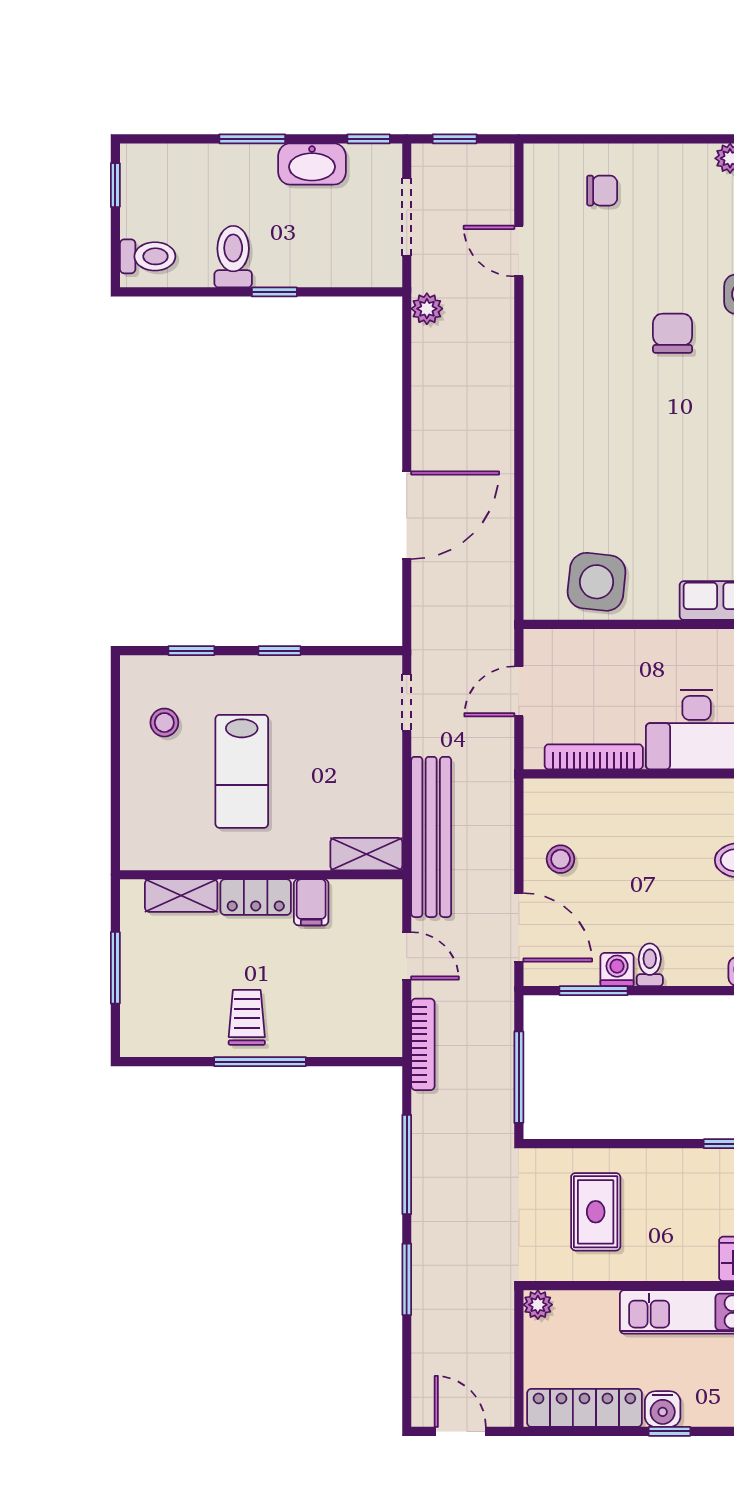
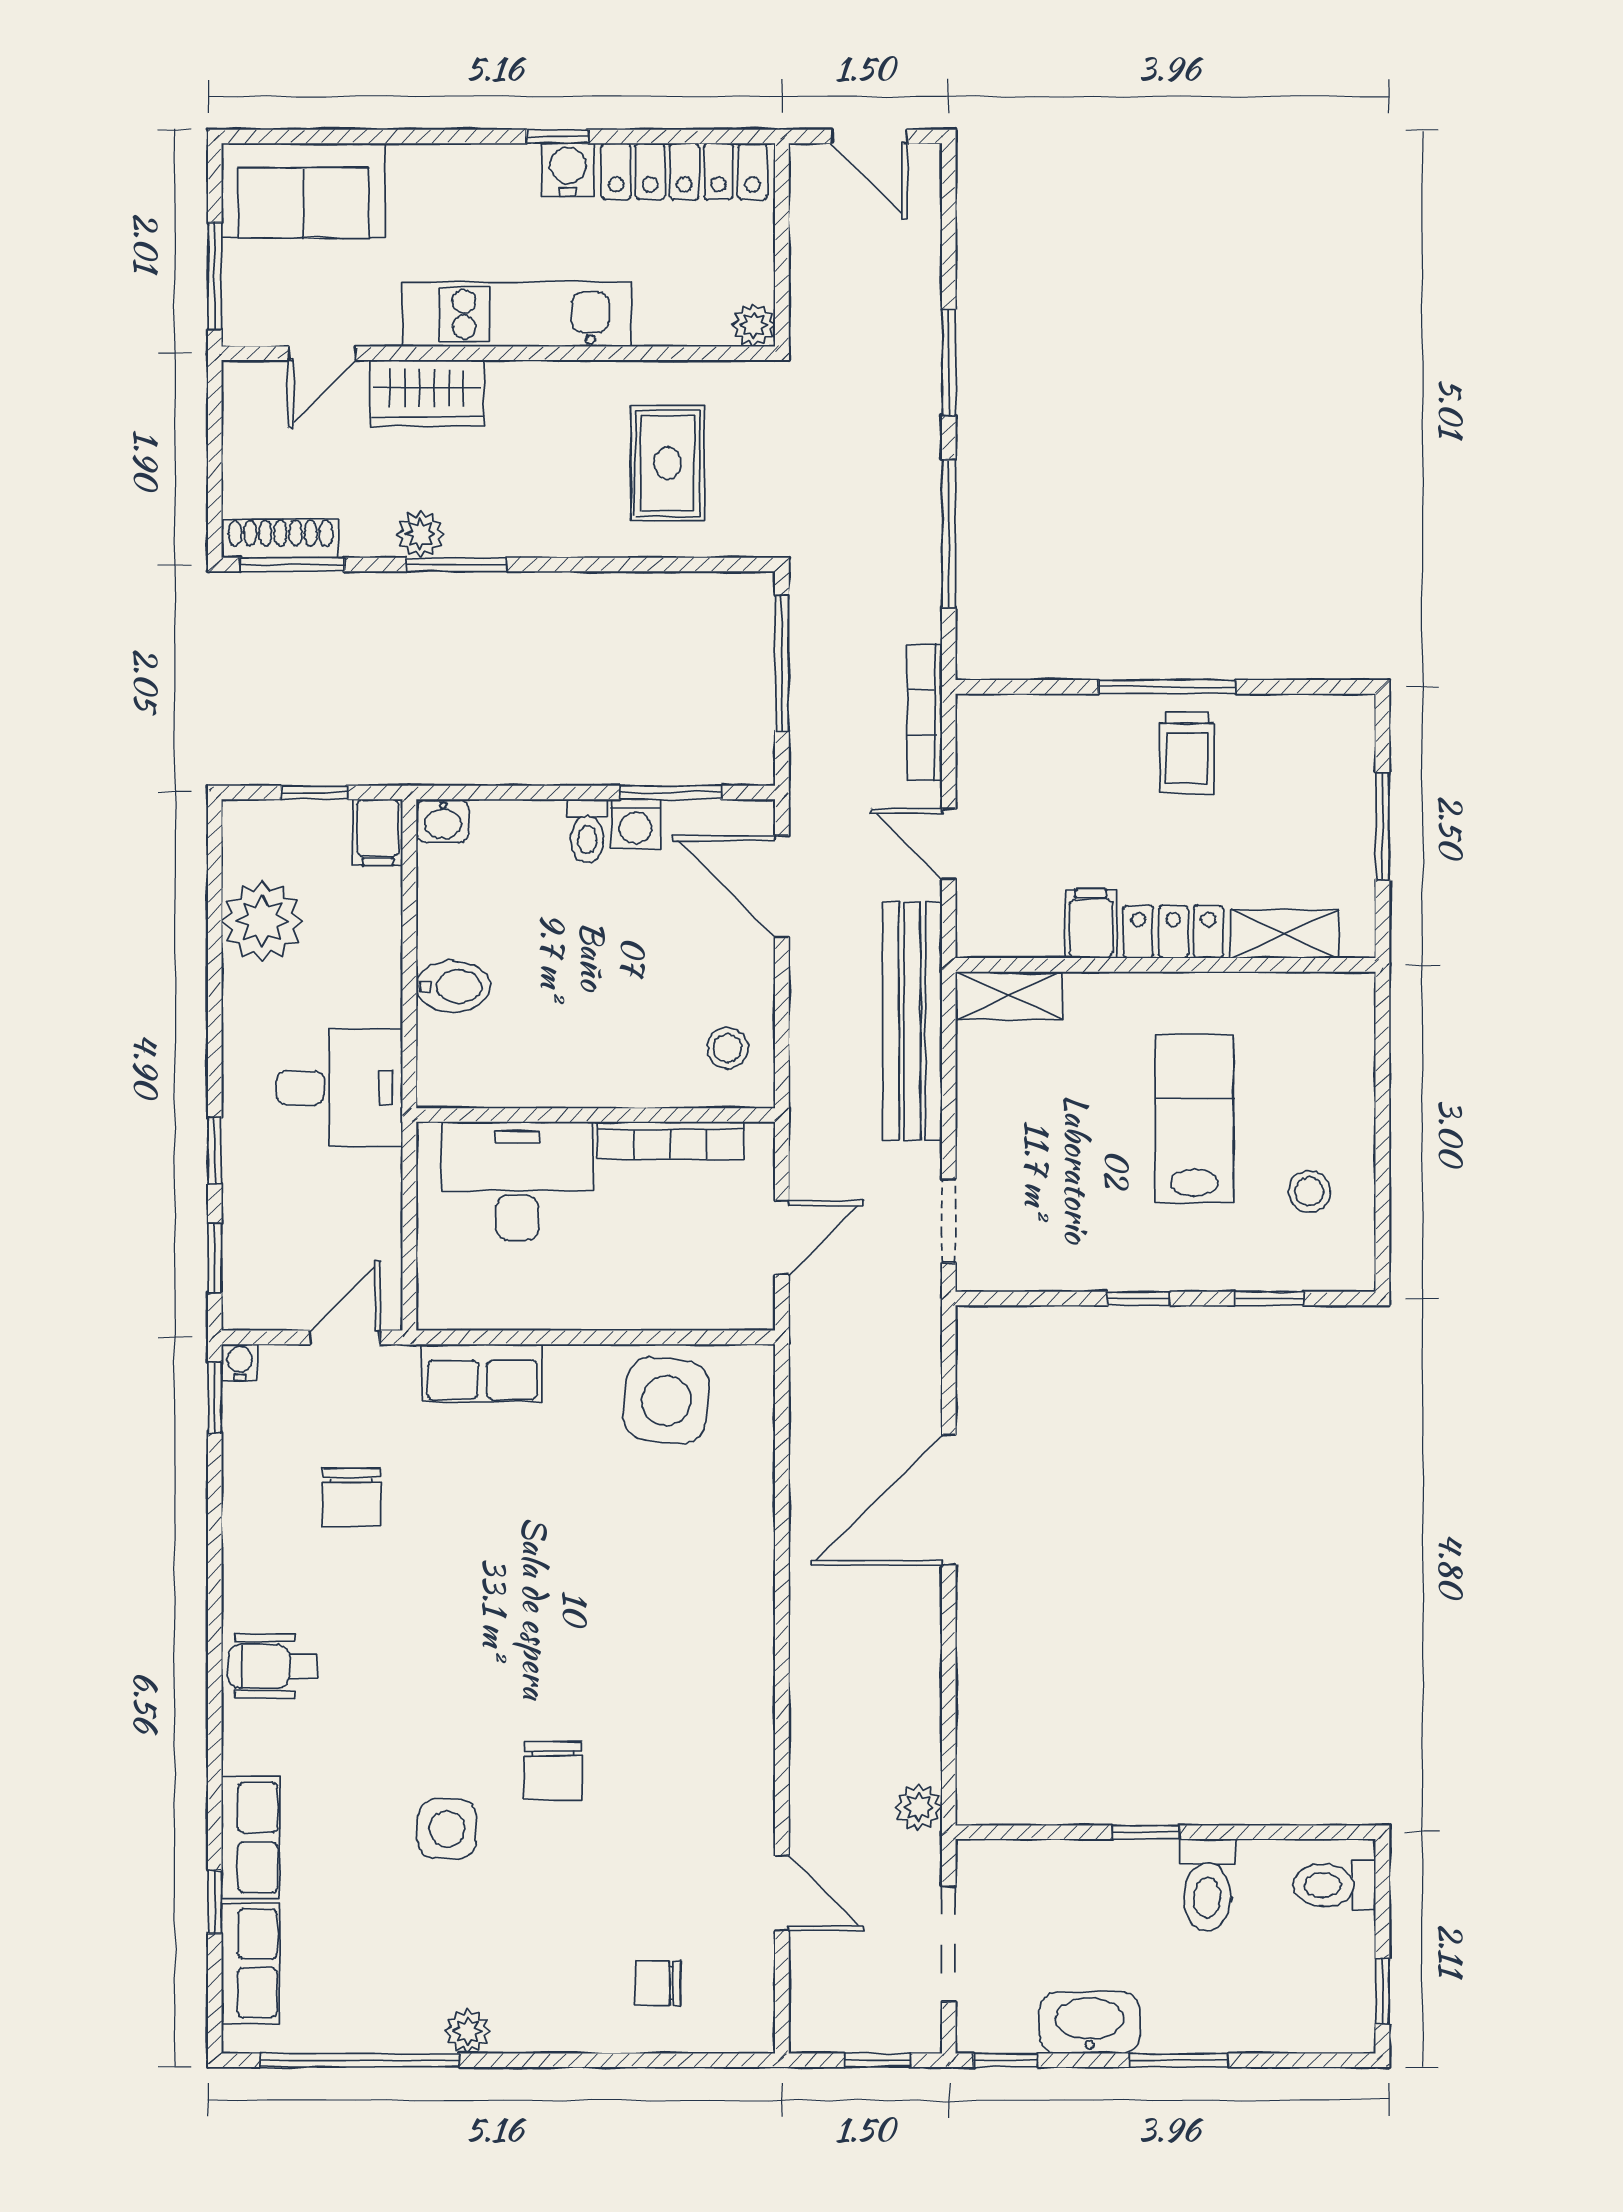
stool: (561, 859) -> (728, 1048), moved

